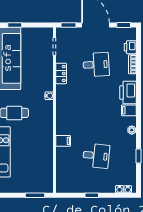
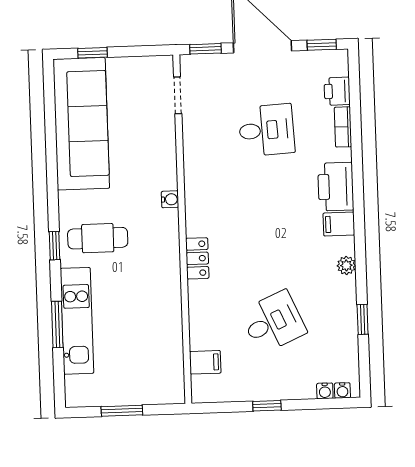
locker: (61, 73) -> (197, 258), moved
filing cabinet: (63, 141) -> (205, 362), moved
desk: (96, 156) -> (273, 322), turned -30
window: (35, 195) -> (122, 411), moved

